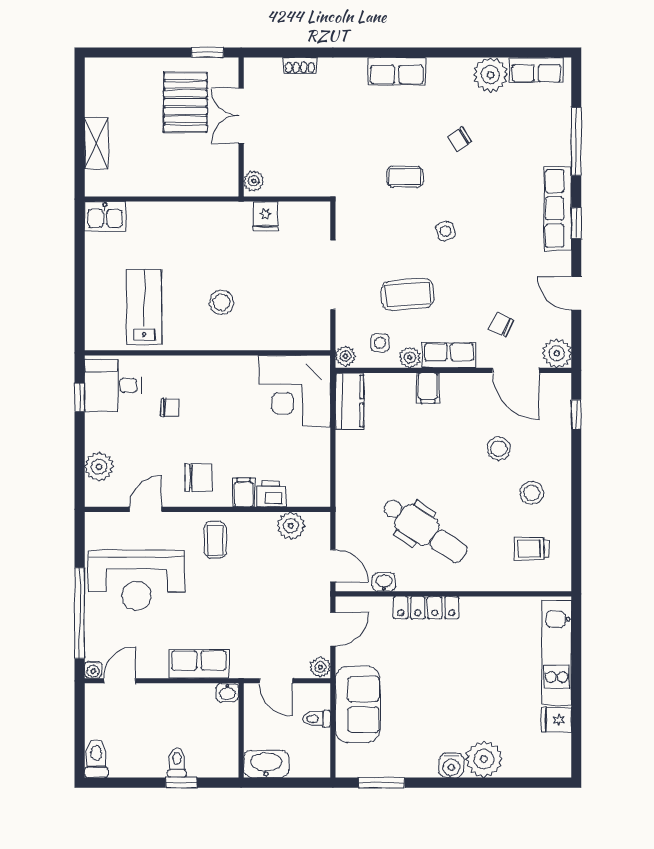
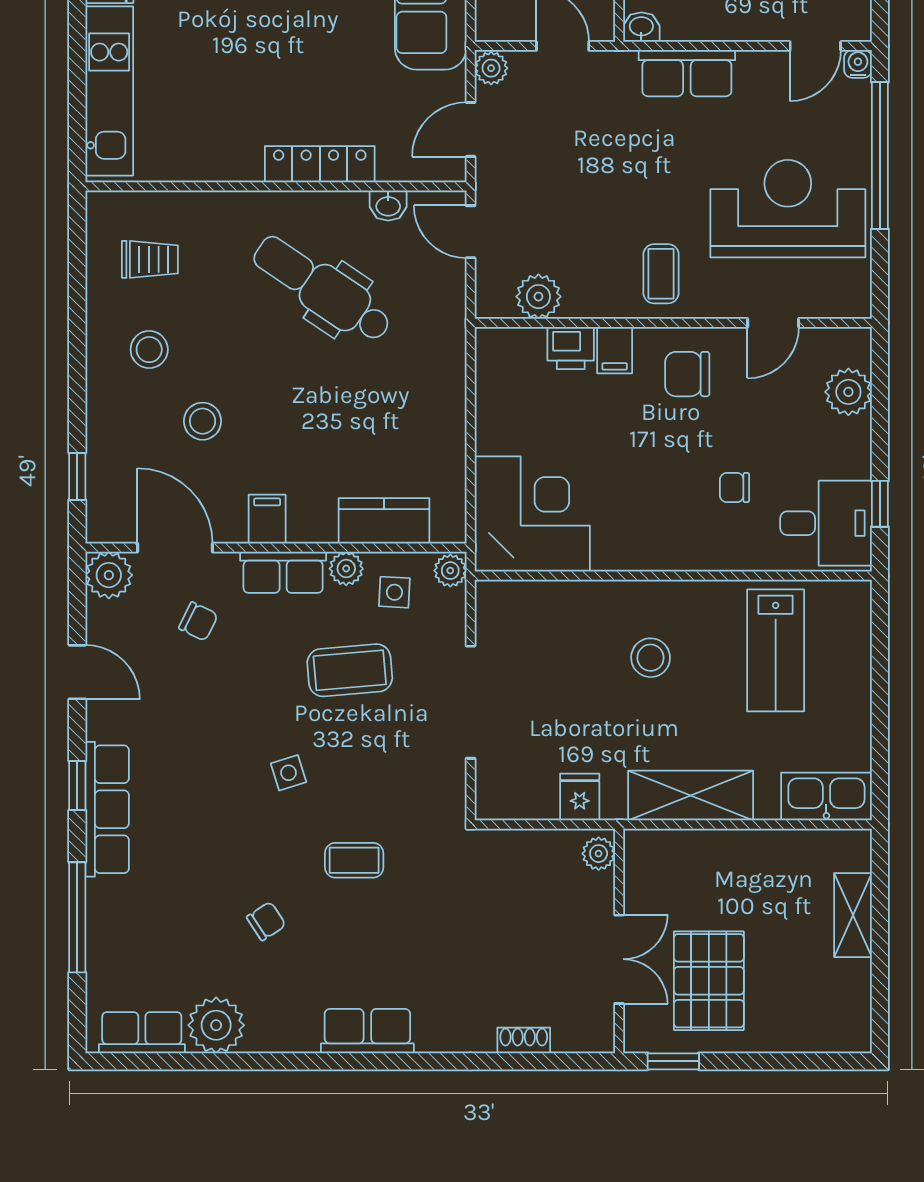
kitchen sink: (105, 216) -> (826, 797), width x1.38
shelving: (197, 217) -> (691, 796), added
filing cabinet: (428, 388) -> (267, 519), moved
kitchen counter: (349, 401) -> (384, 521), moved, turned 90

